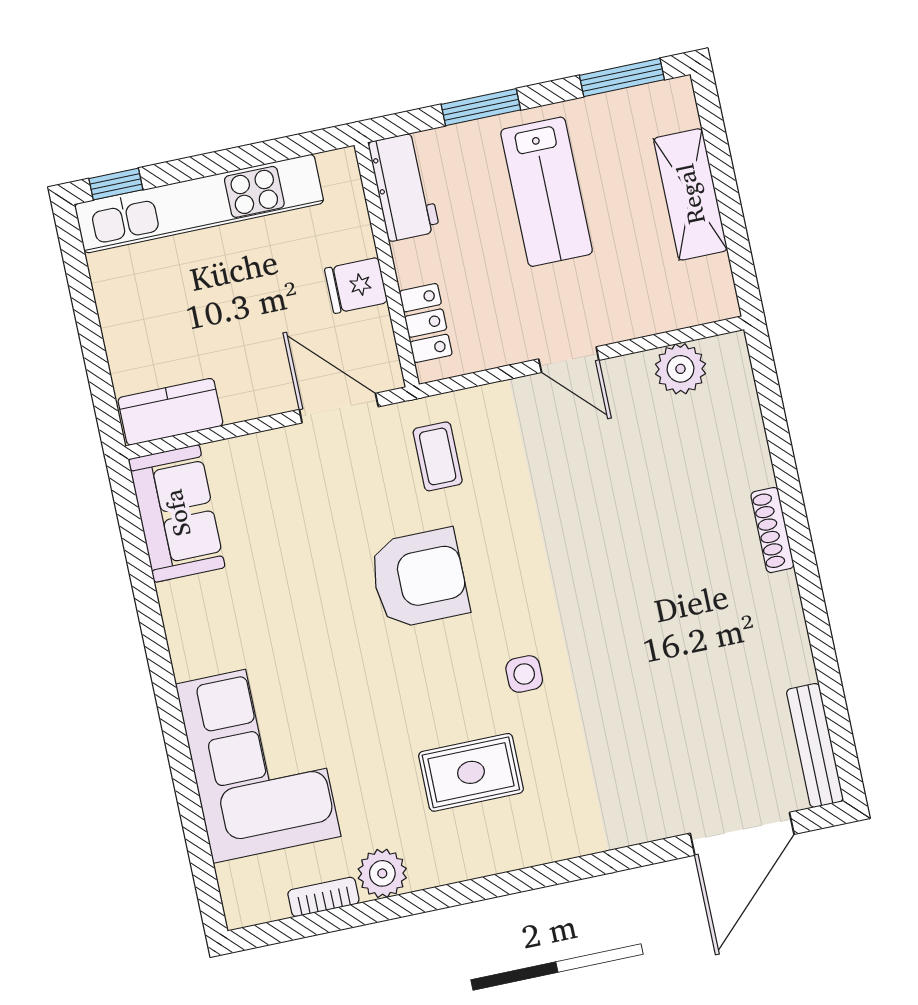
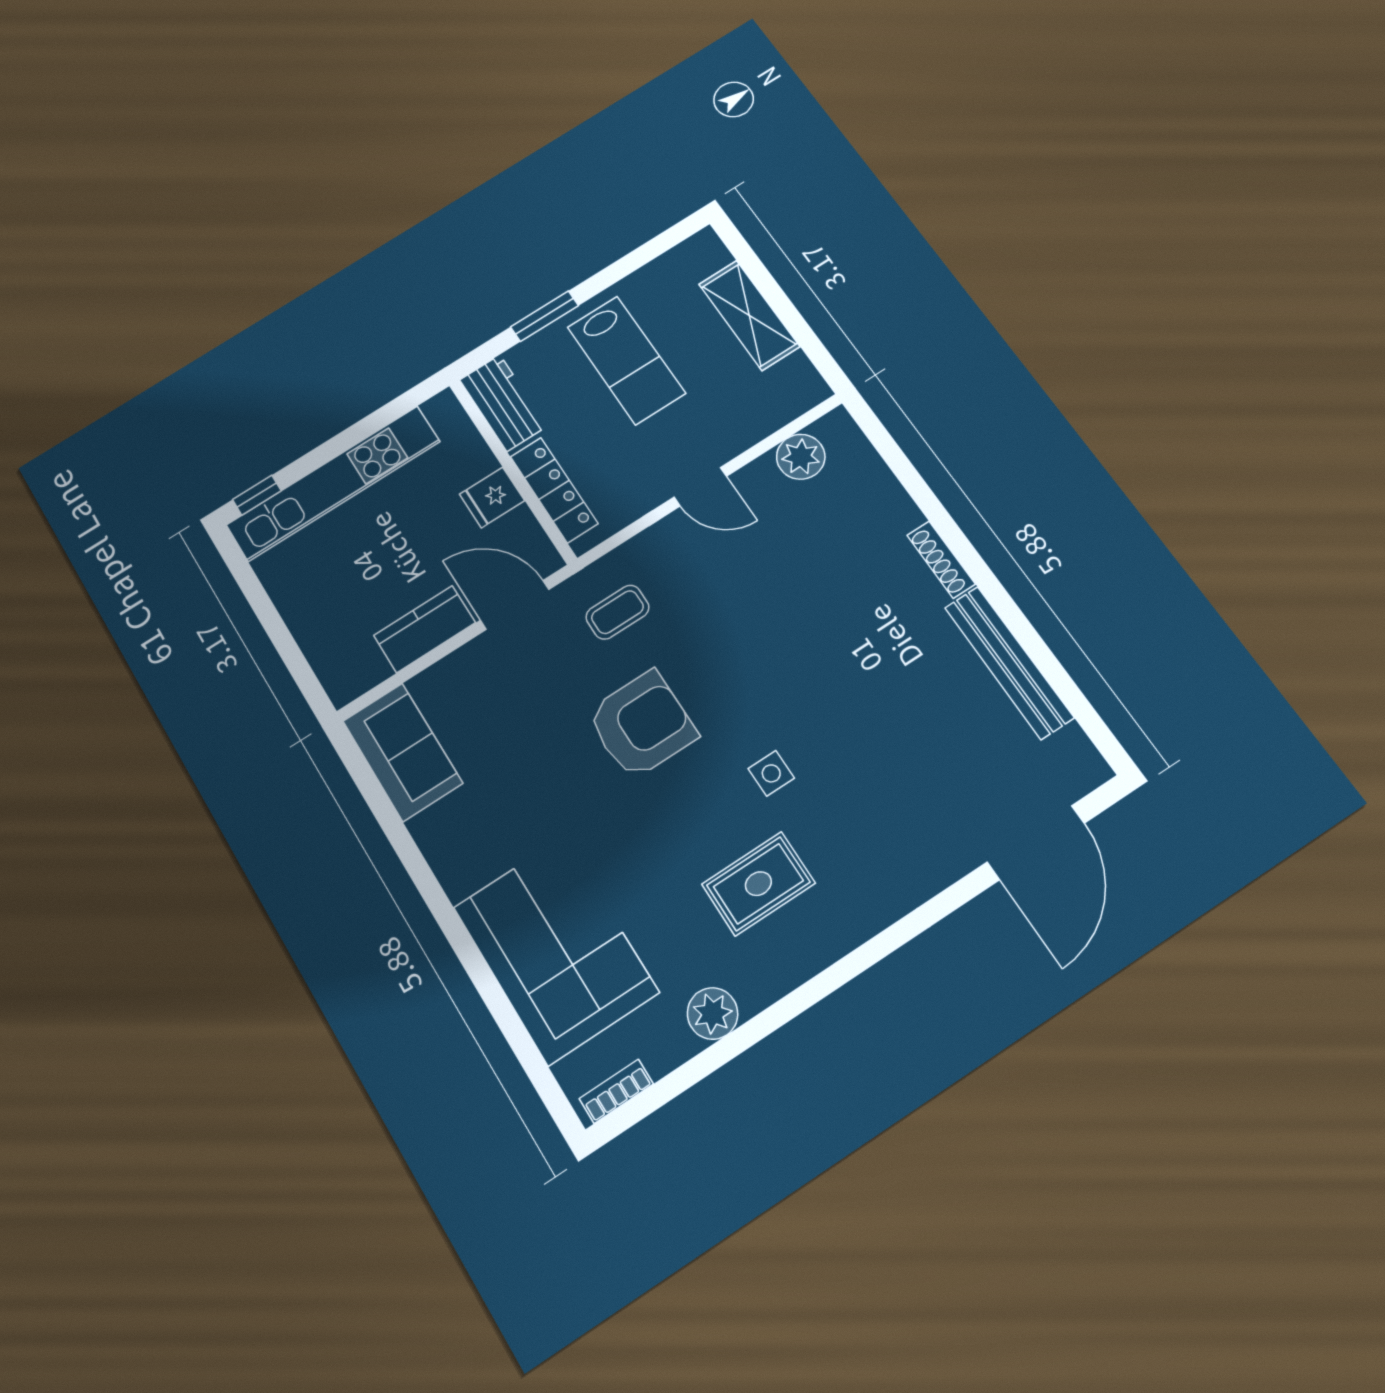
window: (622, 77) -> (653, 249), removed
locker: (426, 323) -> (554, 490), width x1.53
kitchen counter: (170, 412) -> (424, 629), moved
coffee table: (438, 456) -> (617, 612), turned 90
bench: (815, 745) -> (1009, 662), moved, width x1.37, depth x1.21
bookcase: (323, 897) -> (616, 1091), moved

